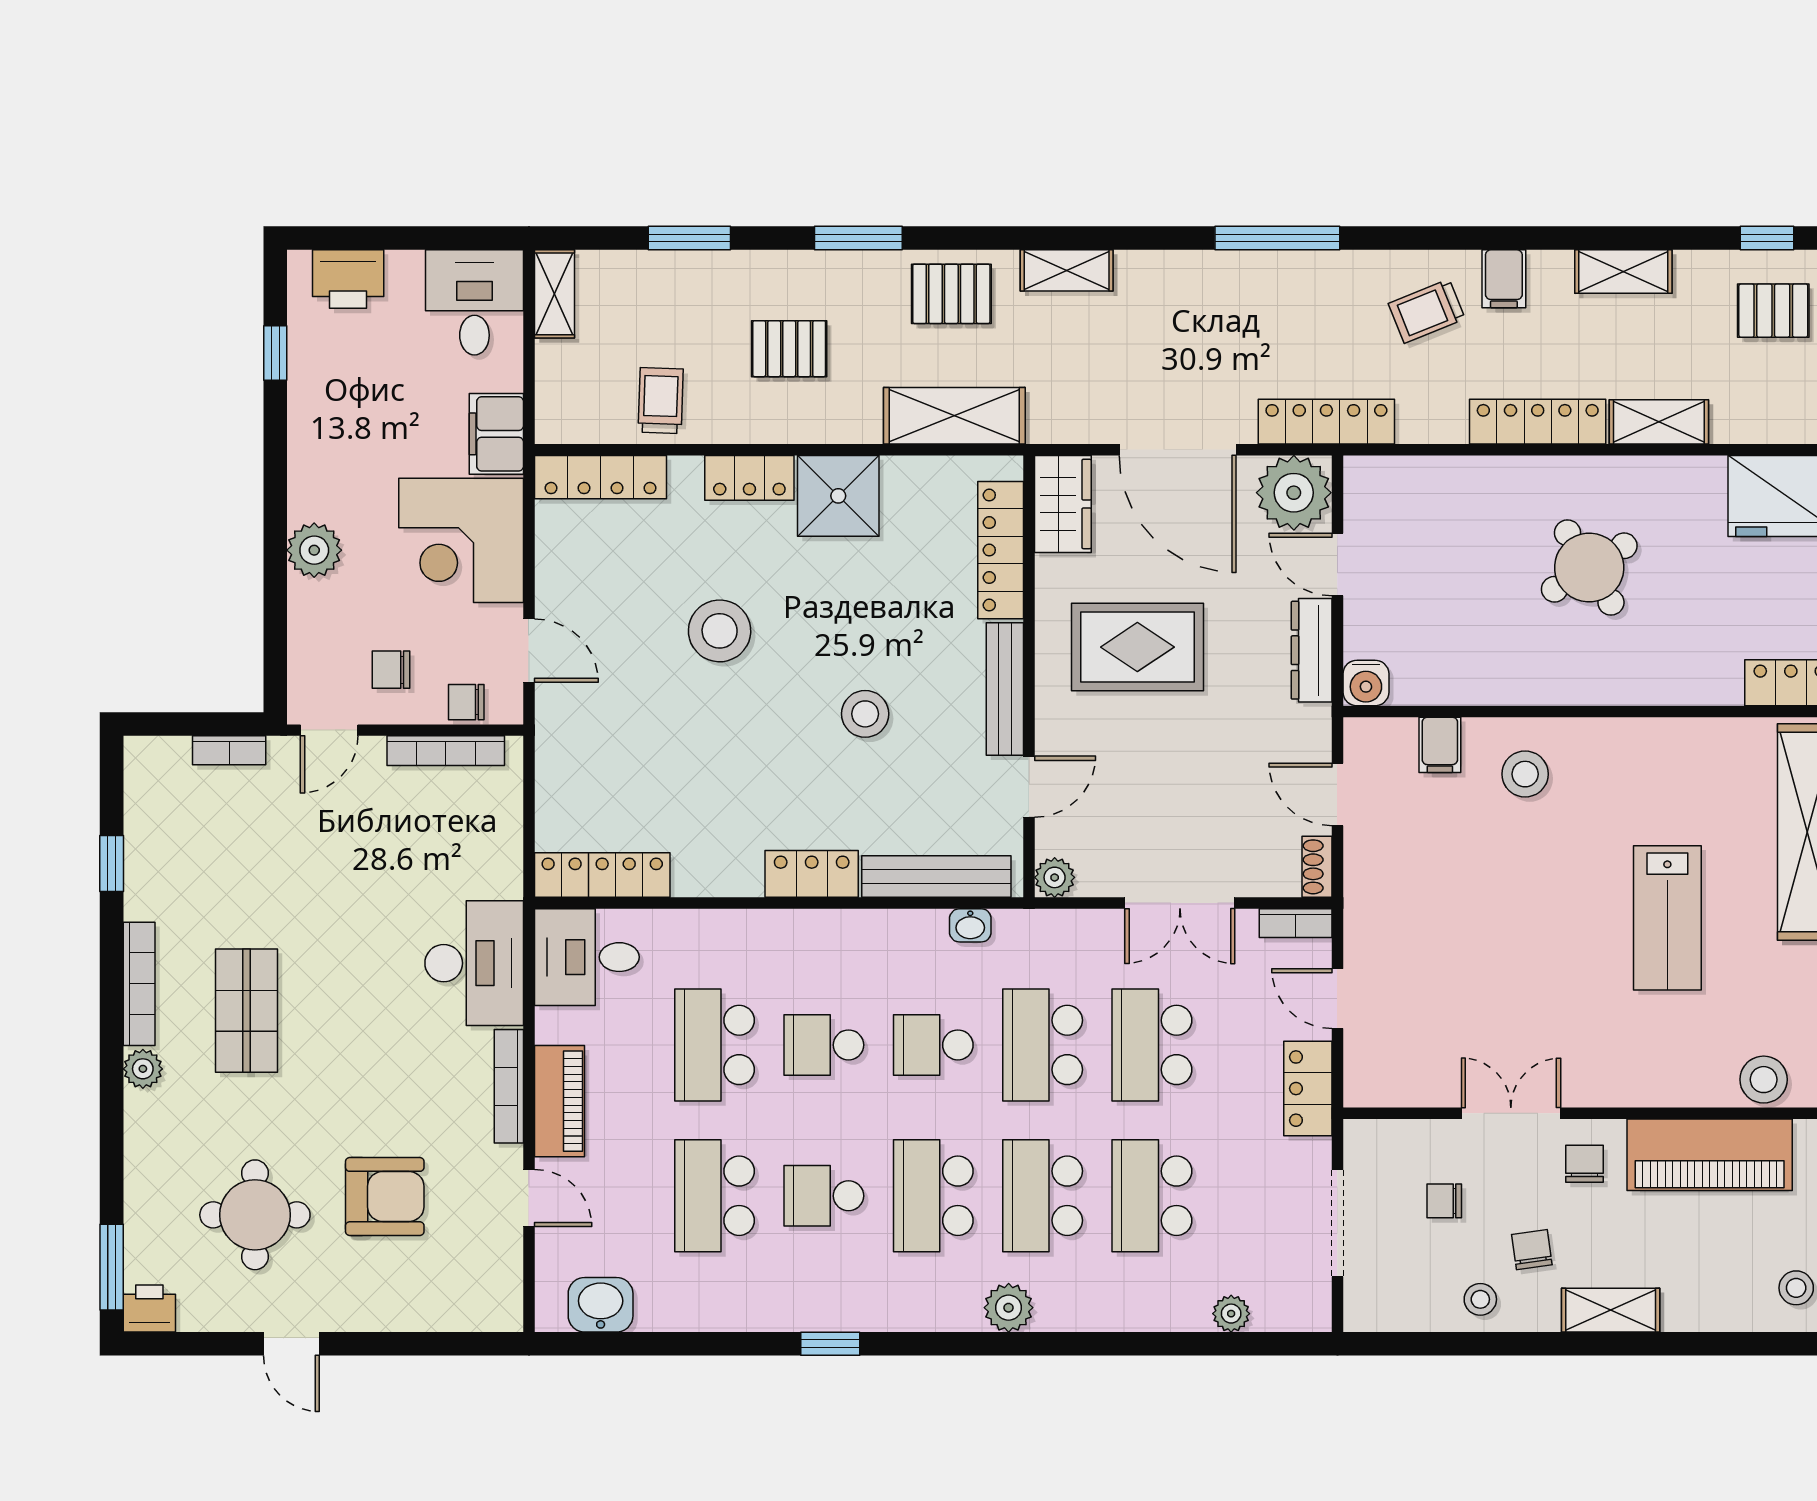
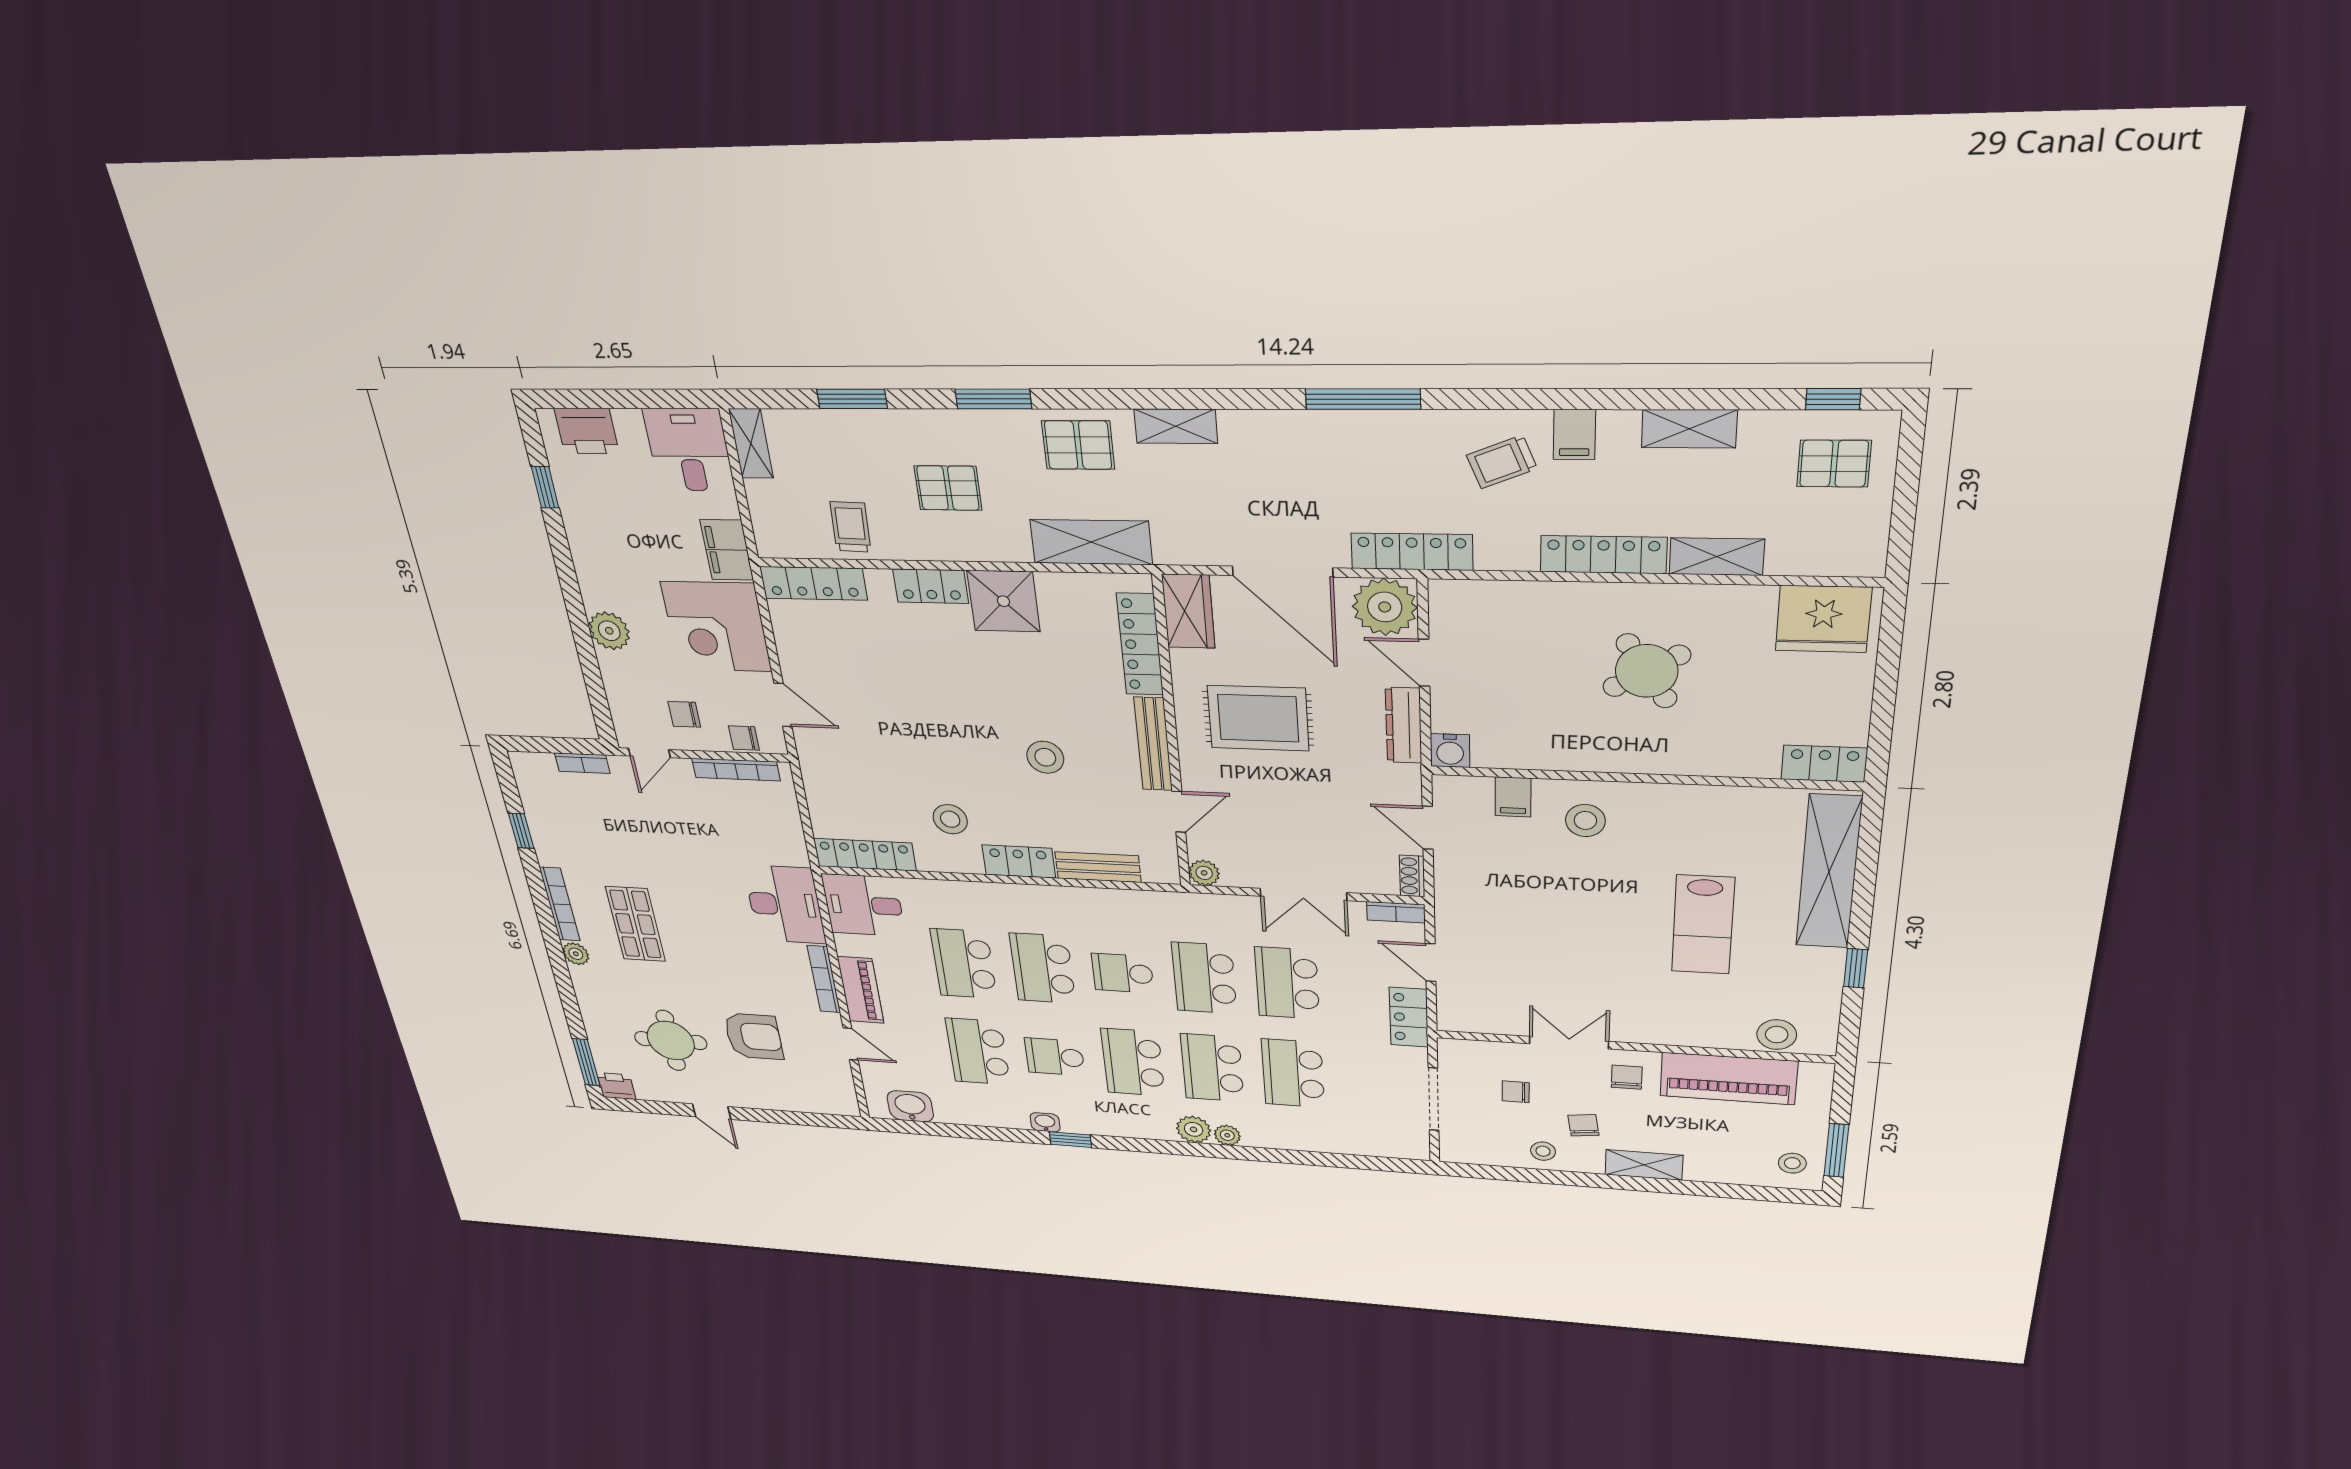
stool: (720, 631) -> (950, 819), moved, width x0.73, depth x0.73
bench: (936, 877) -> (1098, 867), width x0.73
washbasin: (970, 925) -> (1045, 1122), moved, turned 180
school desk: (824, 1045) -> (1043, 968), width x1.85
plant: (1231, 1314) -> (1227, 1135), moved

